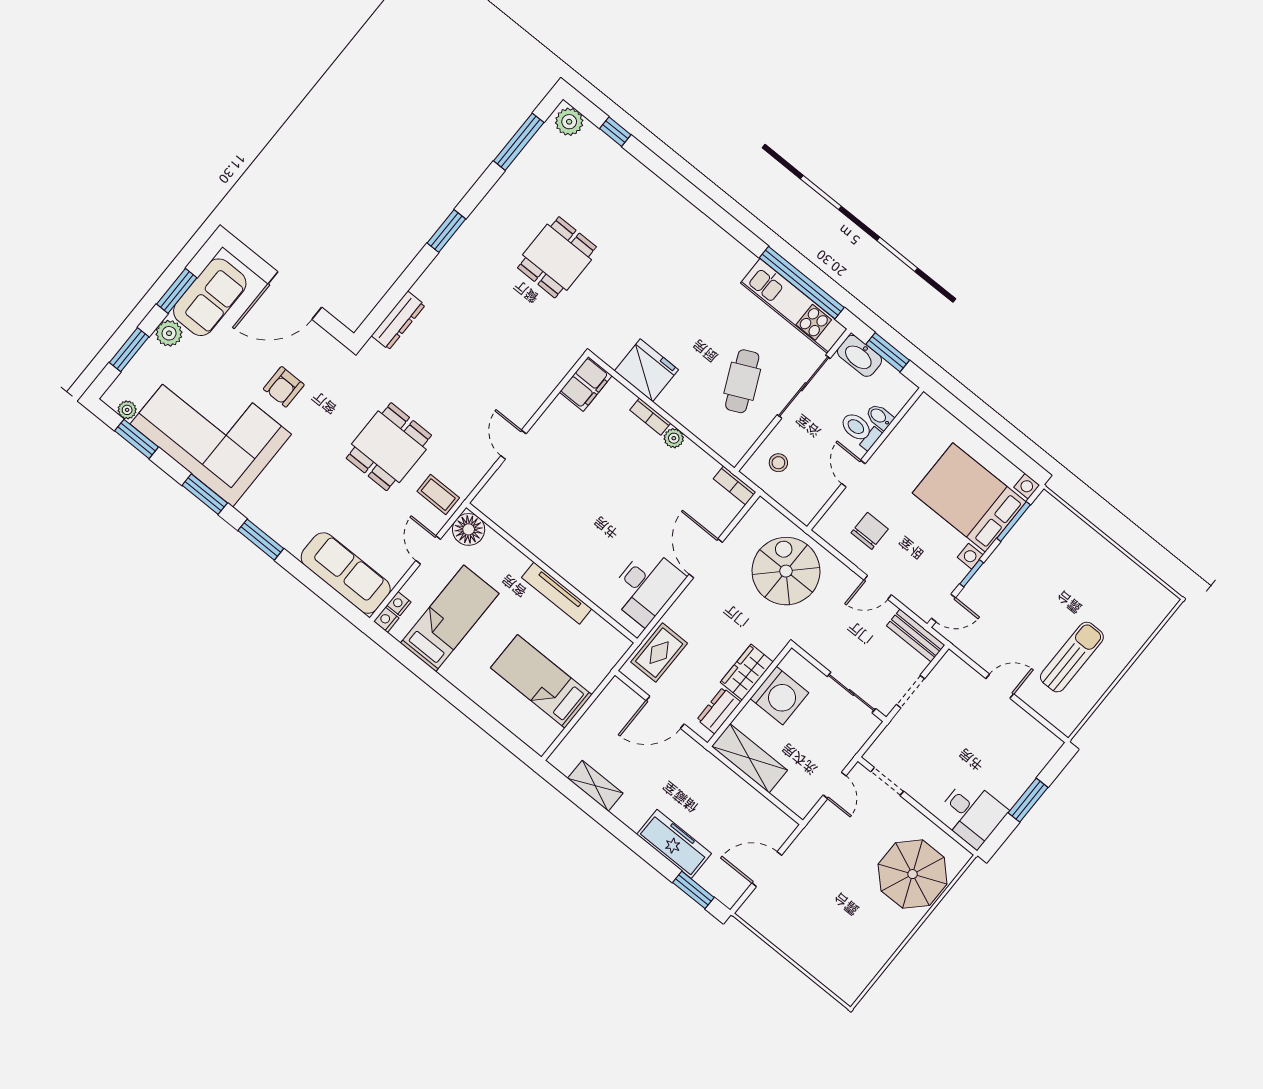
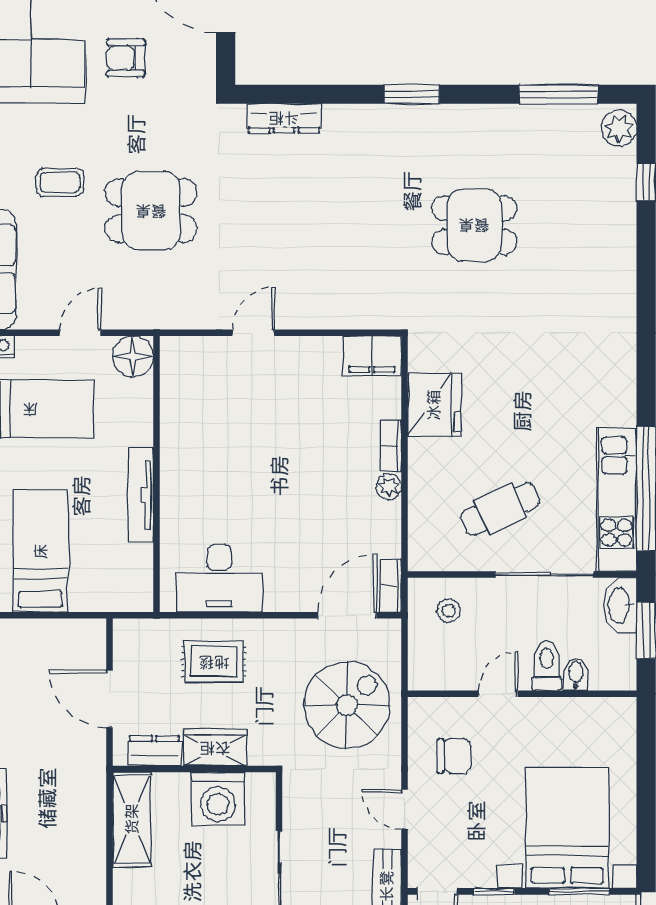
coffee table: (438, 495) -> (60, 182), moved, turned 90
door: (706, 558) -> (347, 615), moved
rug: (659, 653) -> (214, 662), moved

